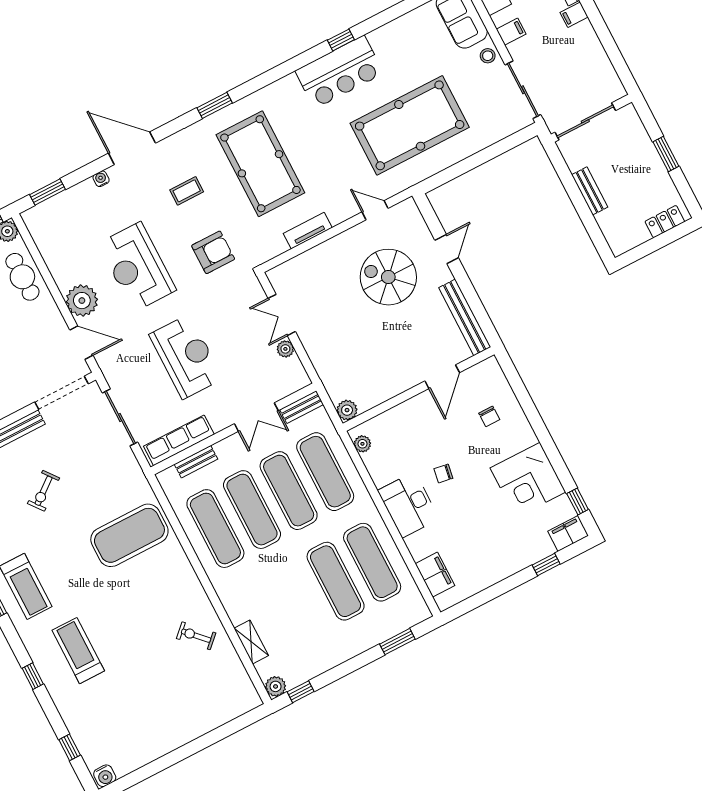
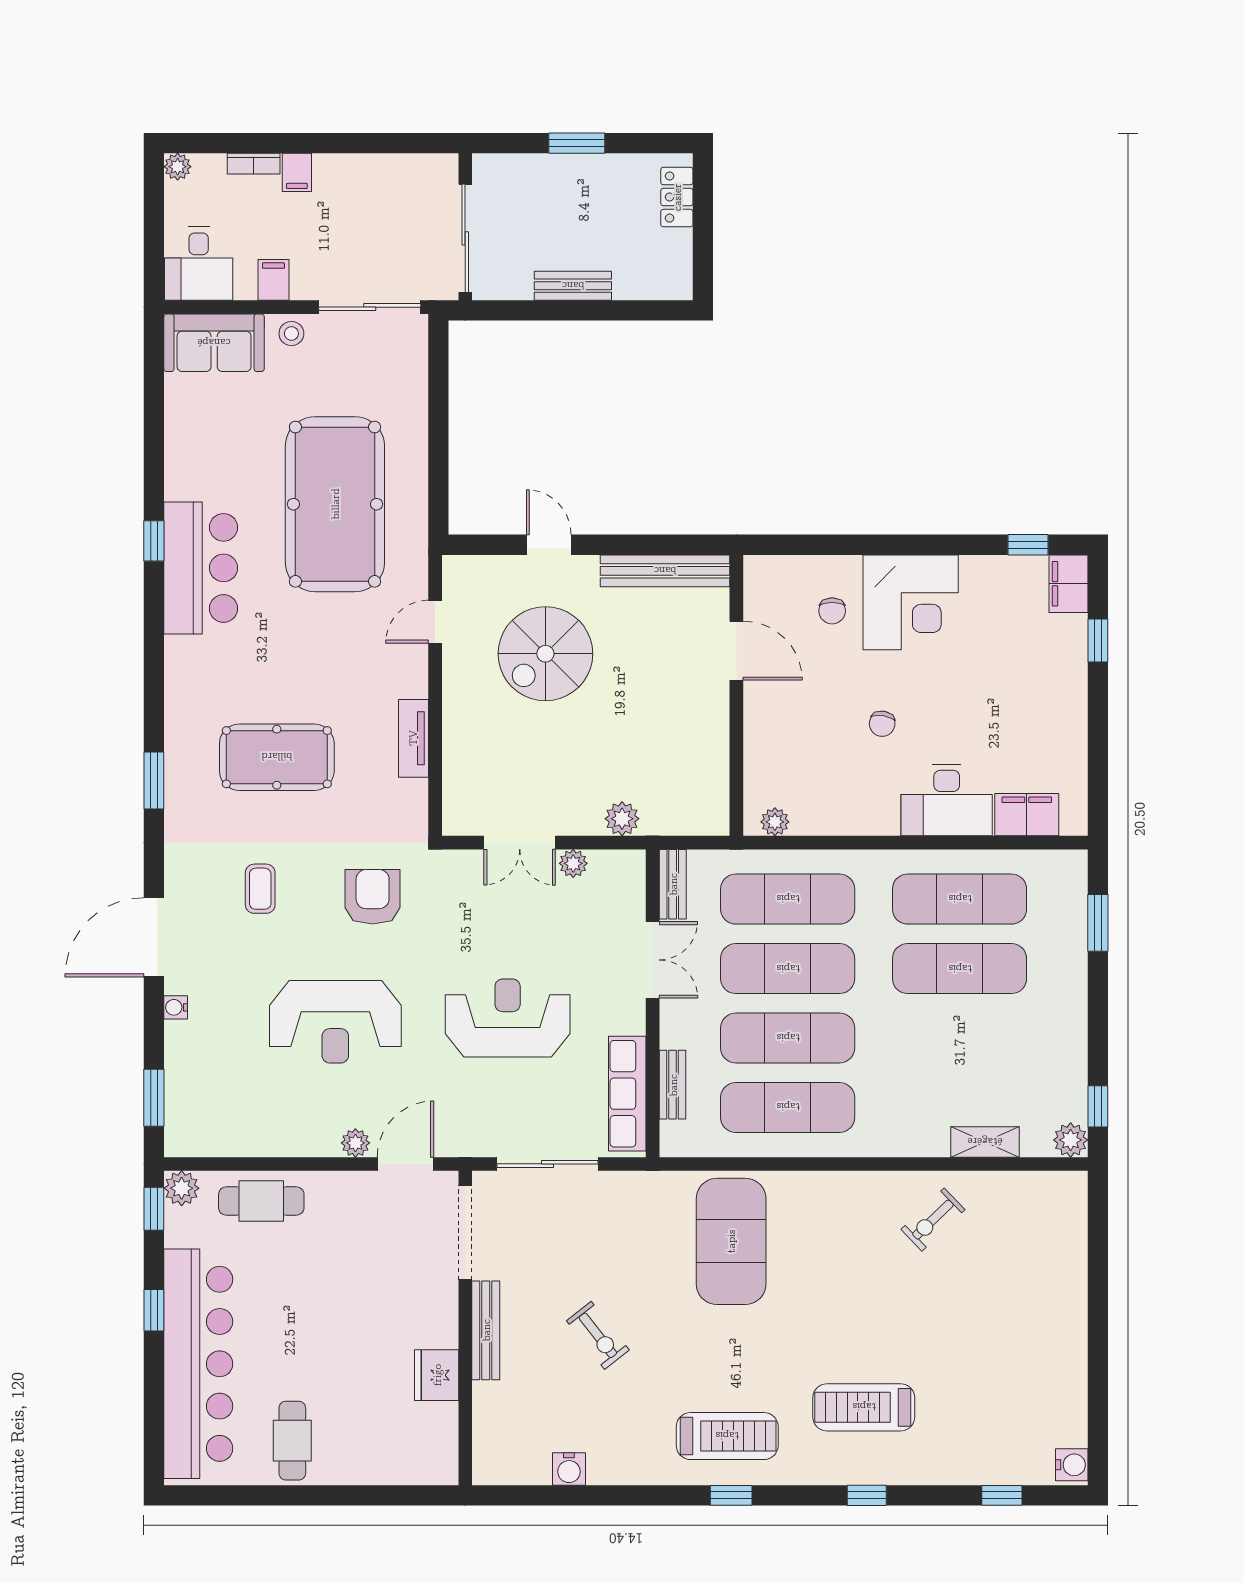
pool table: (260, 164) -> (277, 757), width x0.73, depth x0.76
plant: (82, 301) -> (355, 1143), width x0.53, depth x0.53
plant: (347, 410) -> (622, 819), moved
chair: (489, 416) -> (832, 611), turned 90
corner desk: (528, 480) -> (911, 602), moved
desk: (408, 505) -> (947, 800), moved

